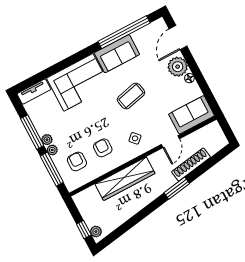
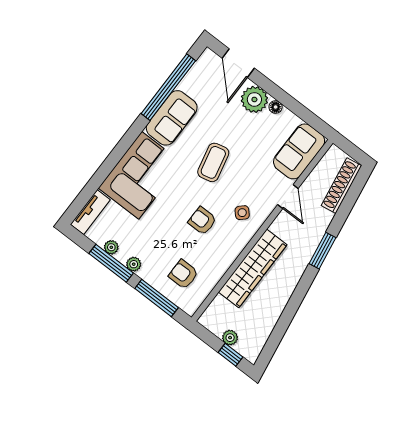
armchair: (103, 148) -> (202, 221), moved
plant: (52, 150) -> (111, 247), moved
shoe rack: (191, 164) -> (341, 186), moved
plant: (96, 232) -> (230, 338), moved

